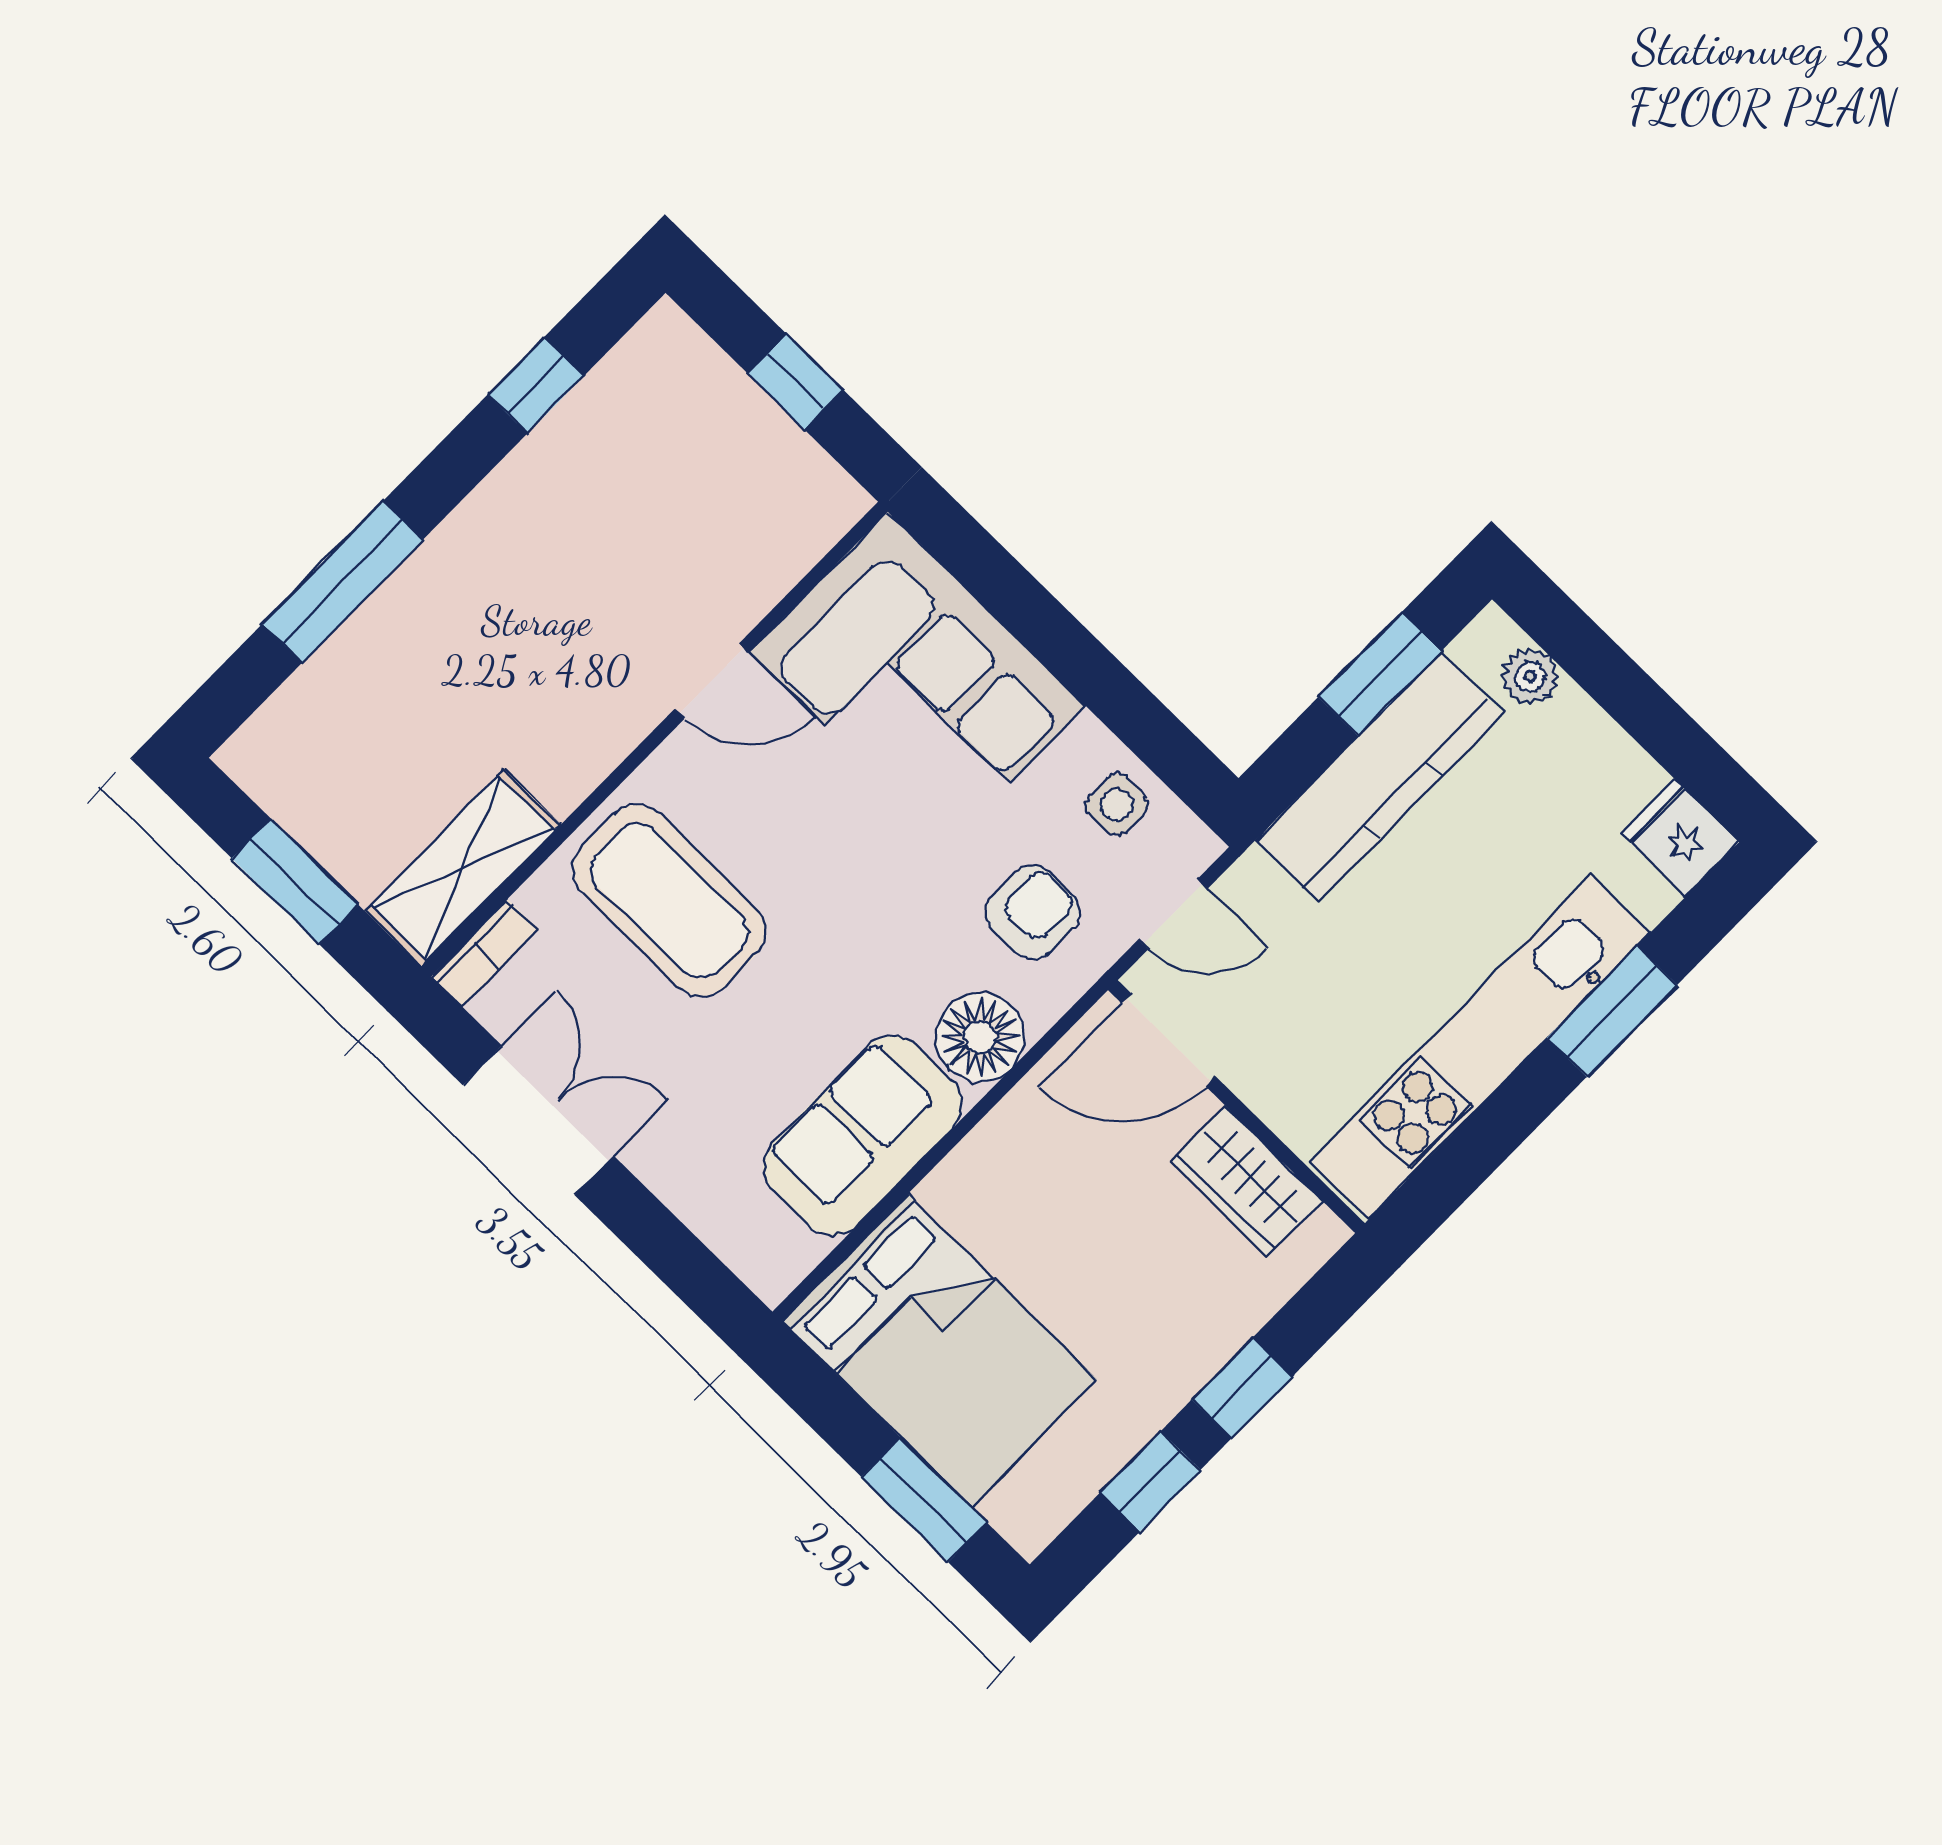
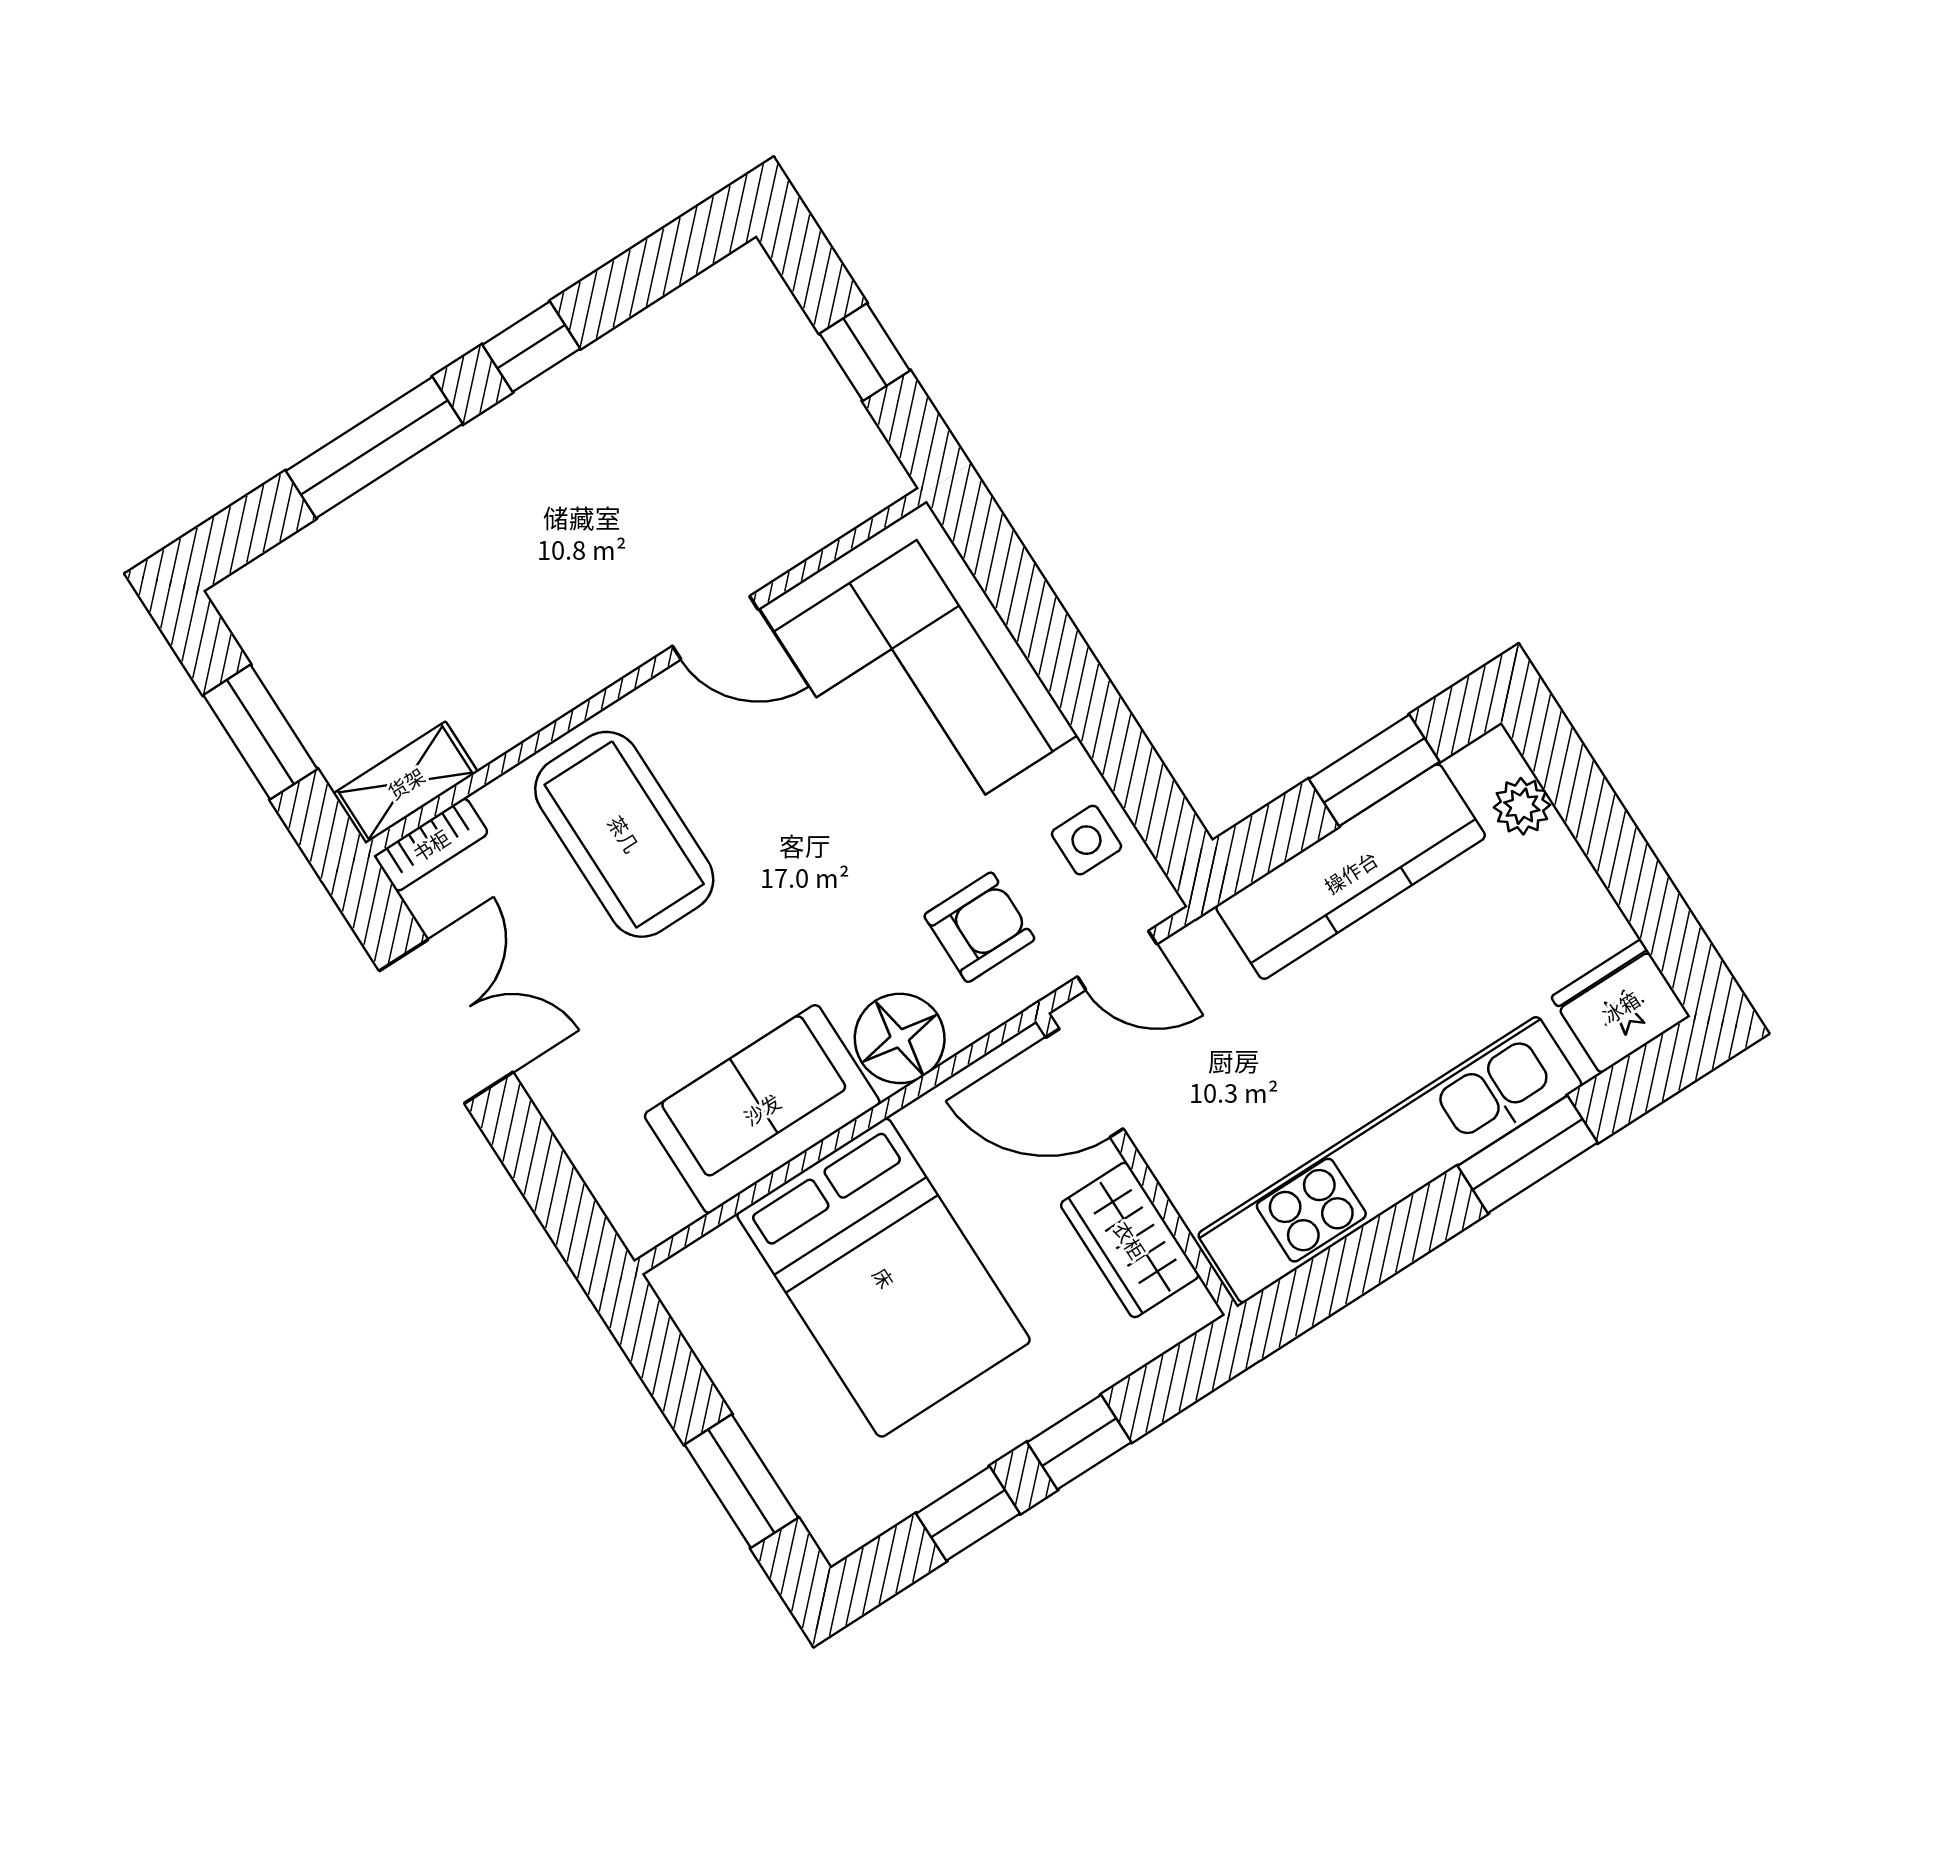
window: (535, 386) -> (531, 347), moved
fridge: (1680, 838) -> (1621, 1007), width x1.38
shelving: (463, 868) -> (406, 783), width x0.67, depth x0.75
bed: (940, 1351) -> (884, 1278), moved

